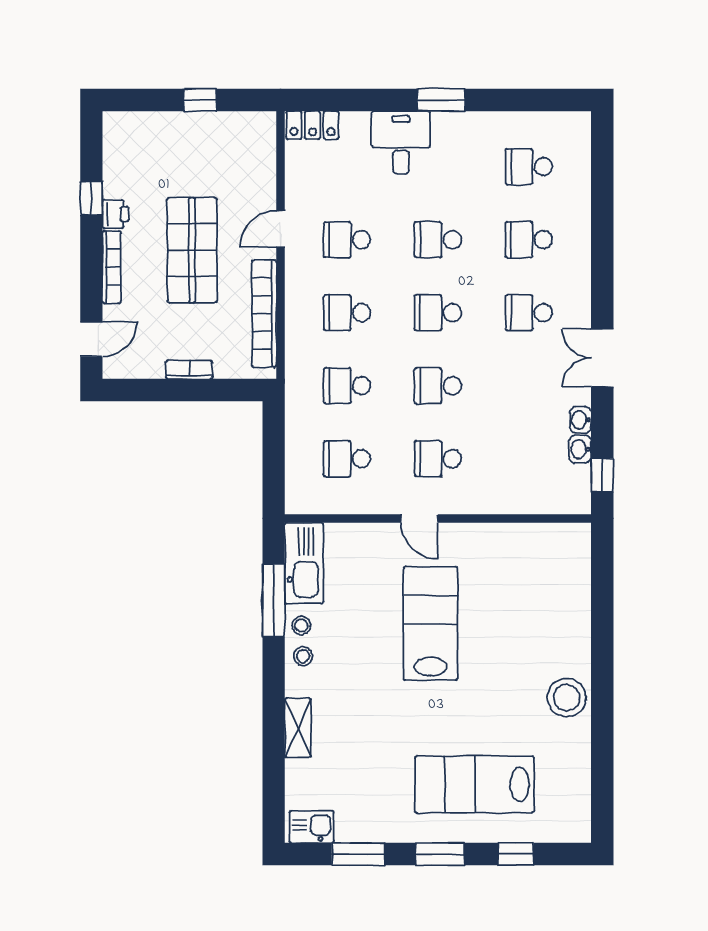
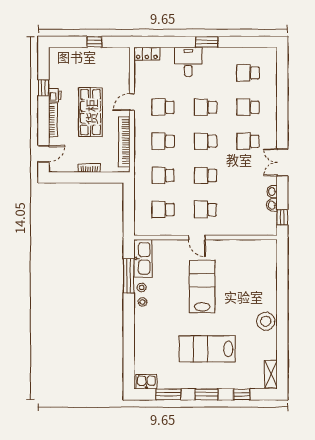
shelving: (298, 728) -> (271, 374), moved
lab bench: (474, 784) -> (207, 349), moved

